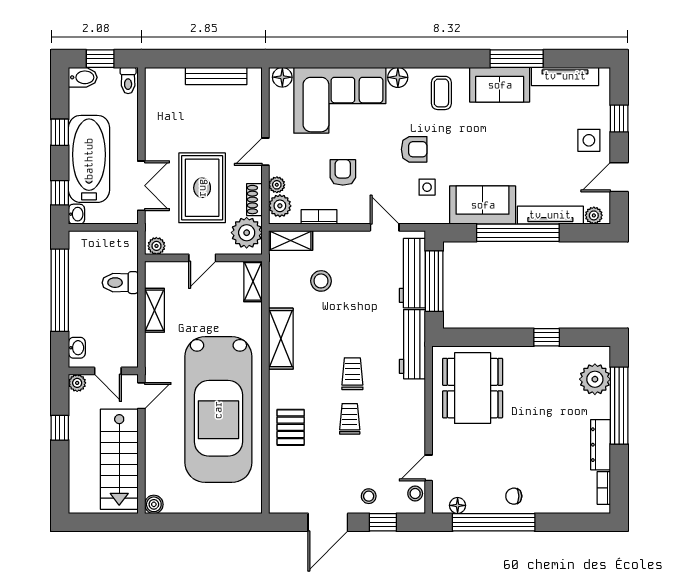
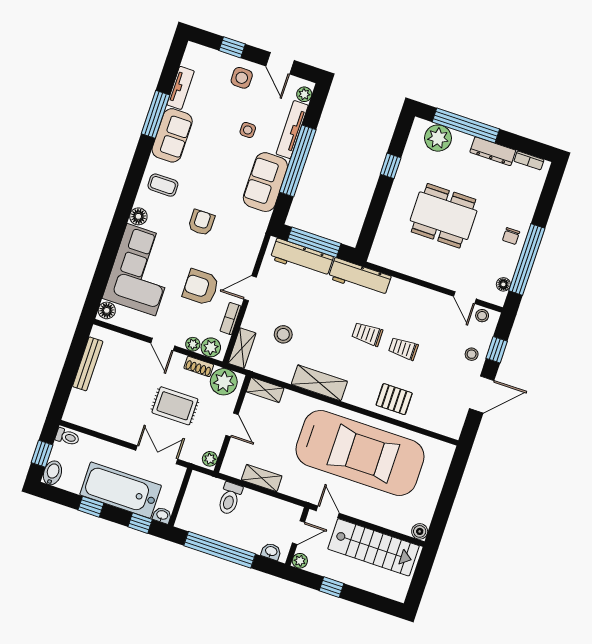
tv unit: (565, 76) -> (181, 88), width x0.71
armchair: (343, 172) -> (201, 287), width x1.38, depth x1.38
side table: (427, 187) -> (248, 130), moved
rug: (202, 188) -> (175, 406), width x0.73, depth x0.70
door: (385, 227) -> (250, 288), moved
dining table: (473, 388) -> (444, 216), moved
door: (328, 522) -> (482, 394), hinge flipped

